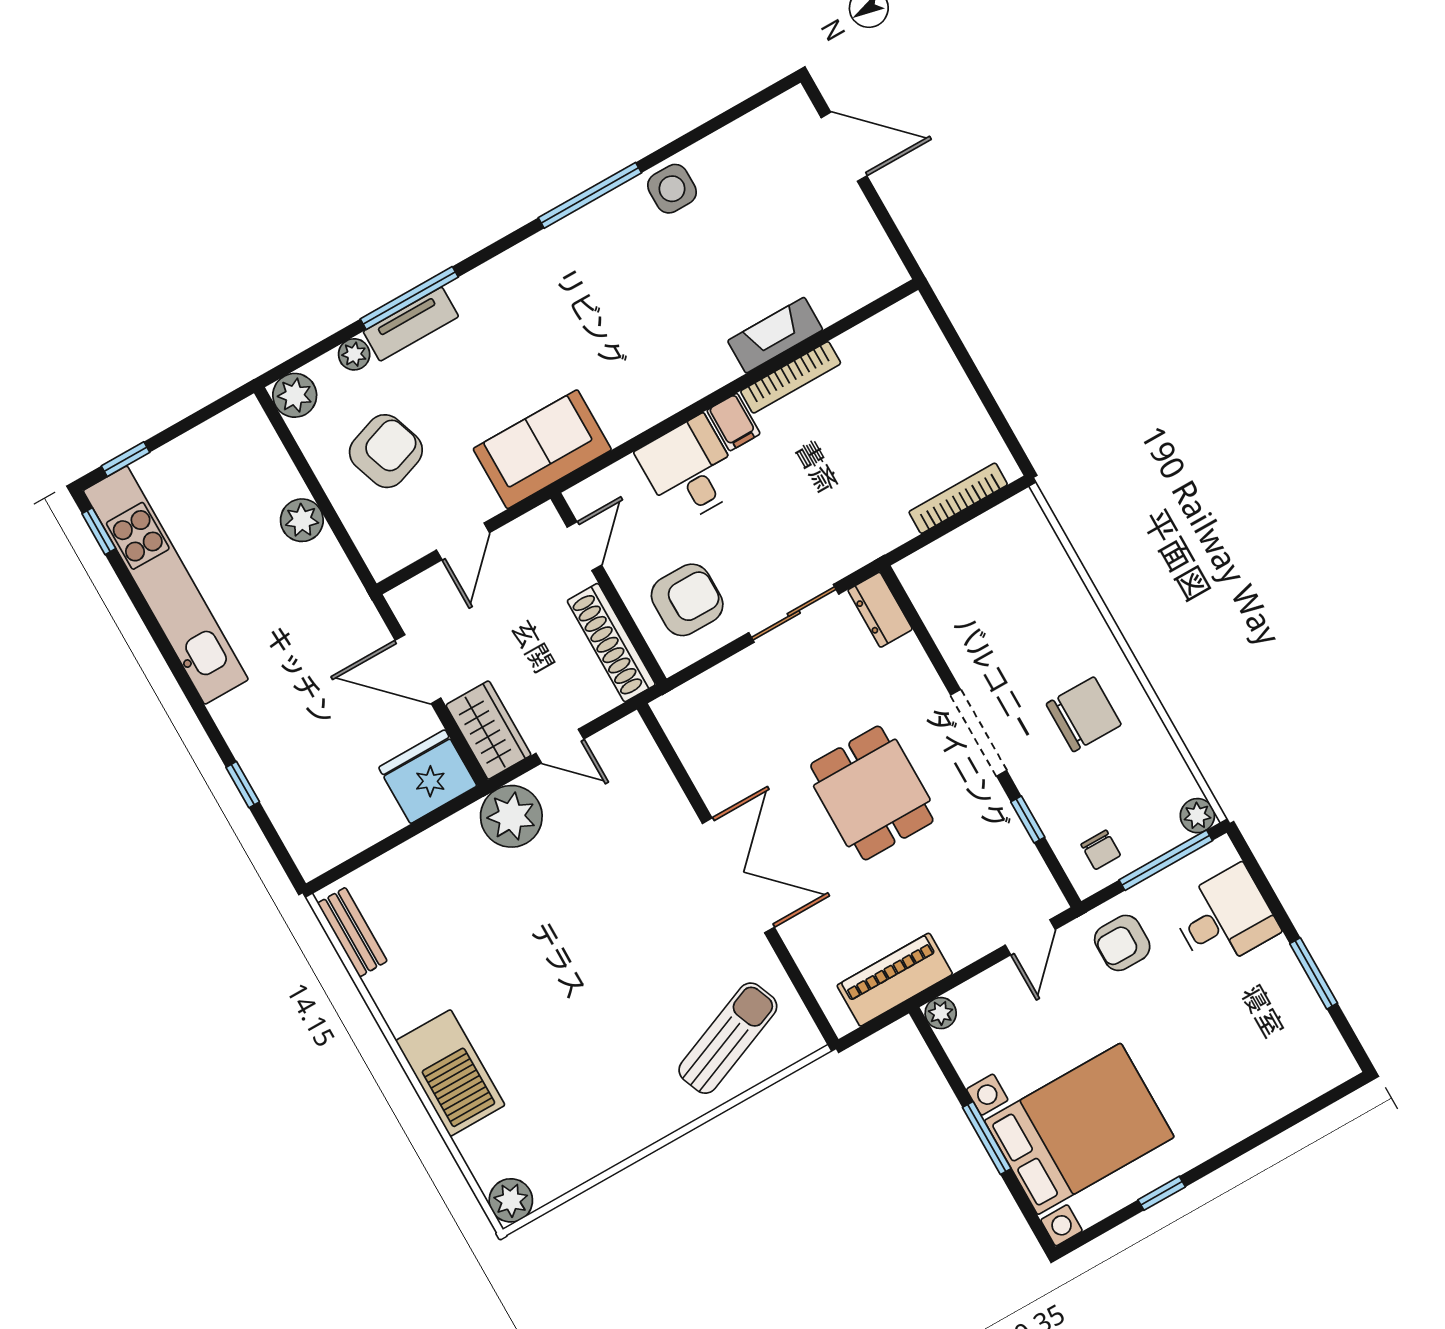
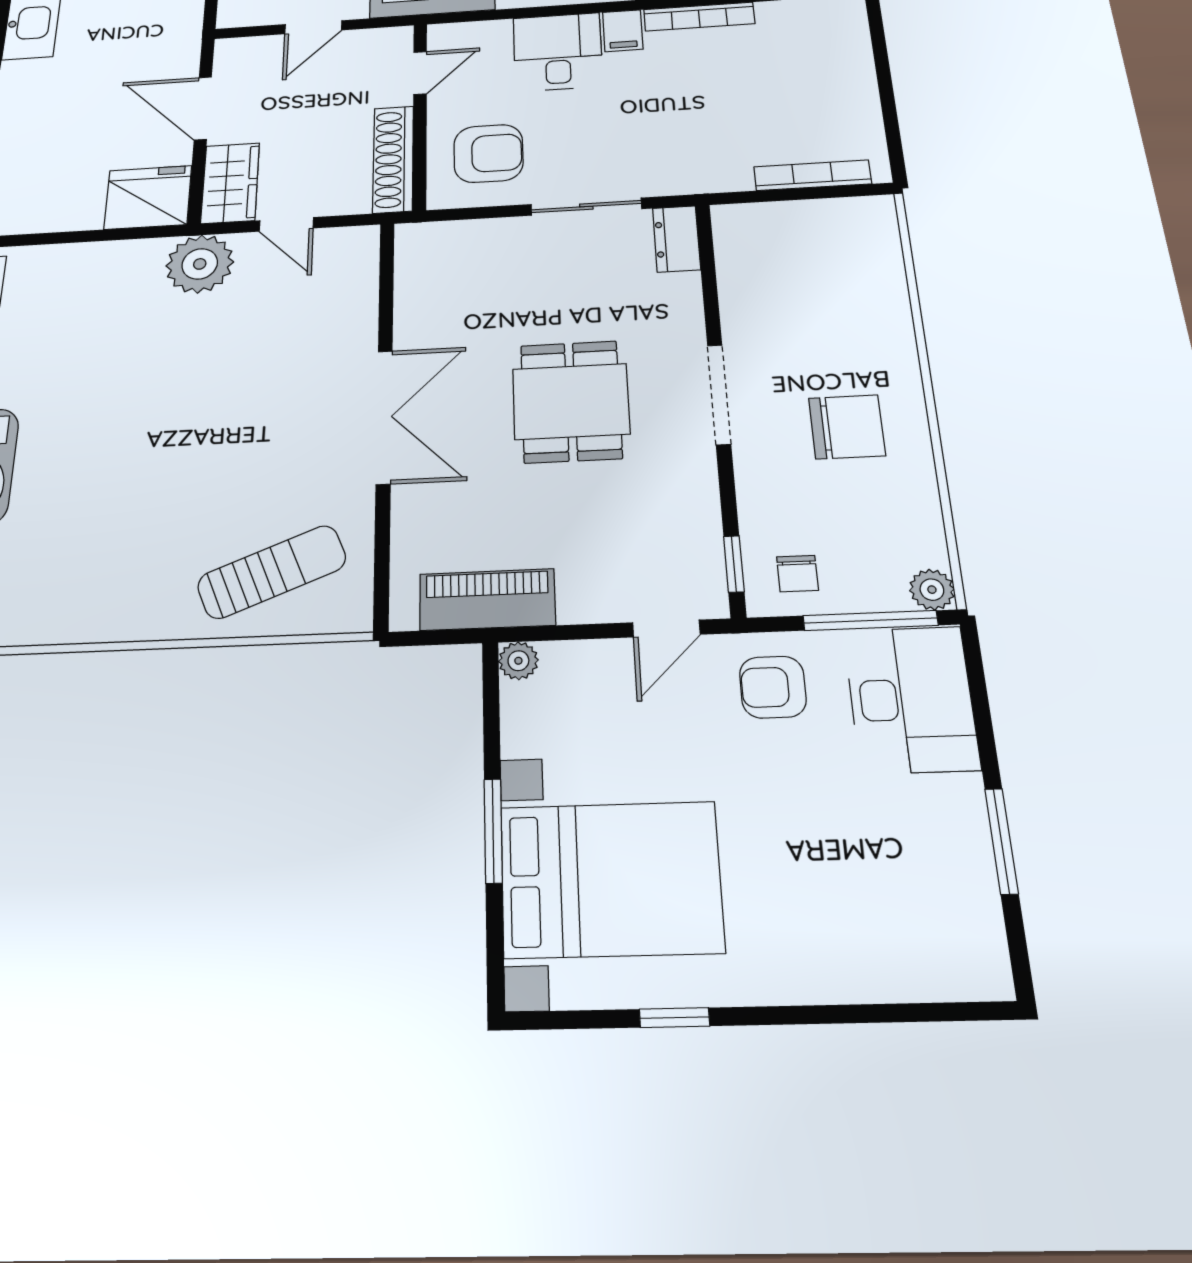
window: (1028, 820) -> (734, 564), moved
desk: (1224, 918) -> (911, 699), width x1.37

